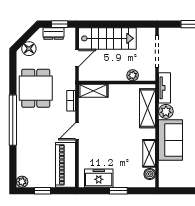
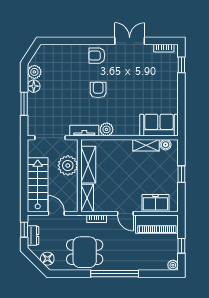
plant: (133, 75) -> (68, 165), width x1.88, depth x1.88
shelving: (148, 108) -> (88, 165), moved, turned 90
sofa: (171, 140) -> (159, 125), moved
freezer: (99, 178) -> (155, 203), moved, turned 90

